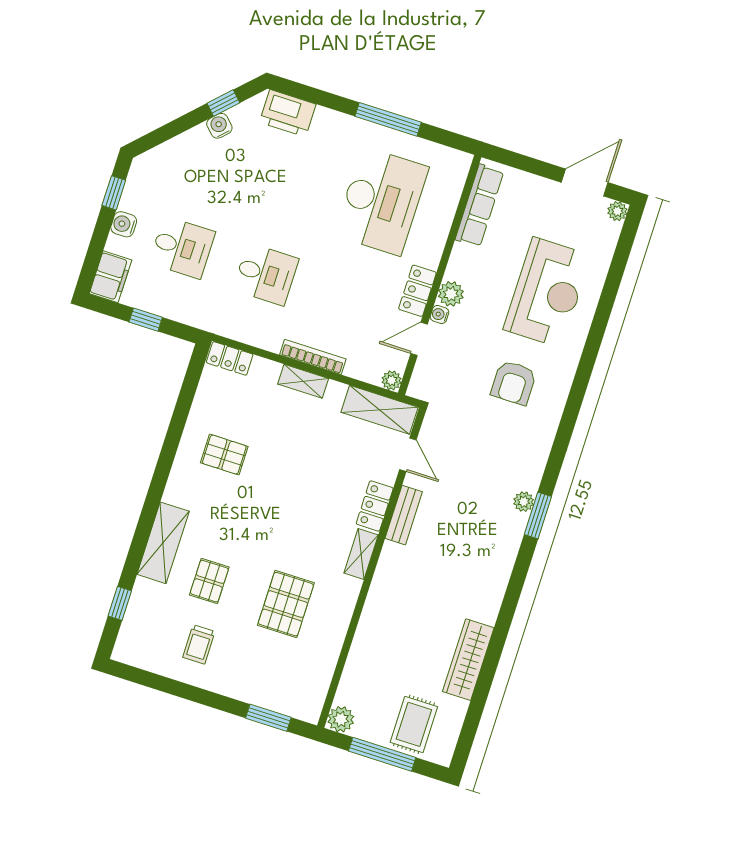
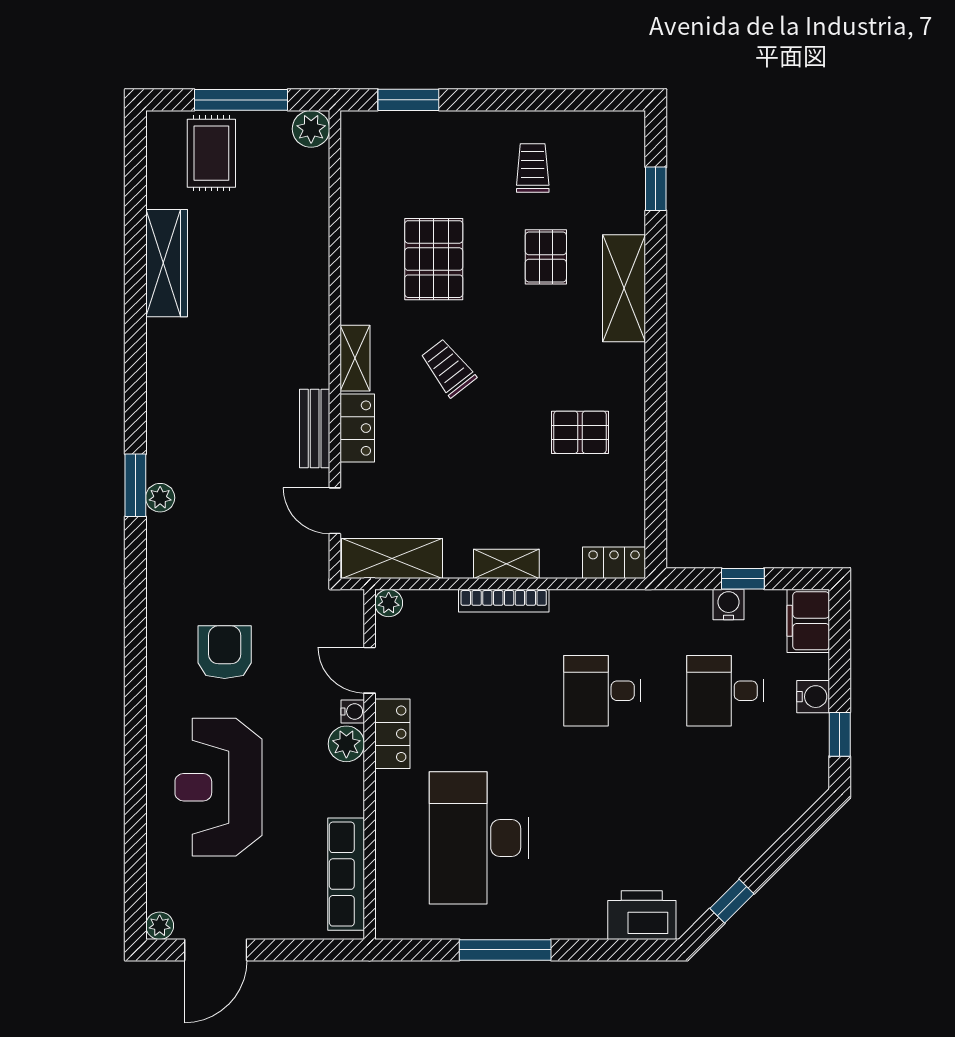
water cooler: (219, 126) -> (729, 605), moved, turned -135
door: (419, 339) -> (370, 670), swing flipped
trolley: (300, 527) -> (448, 368), added

